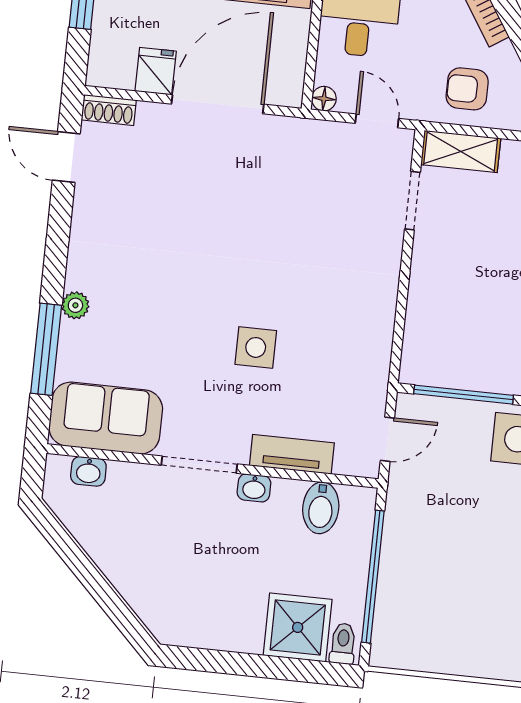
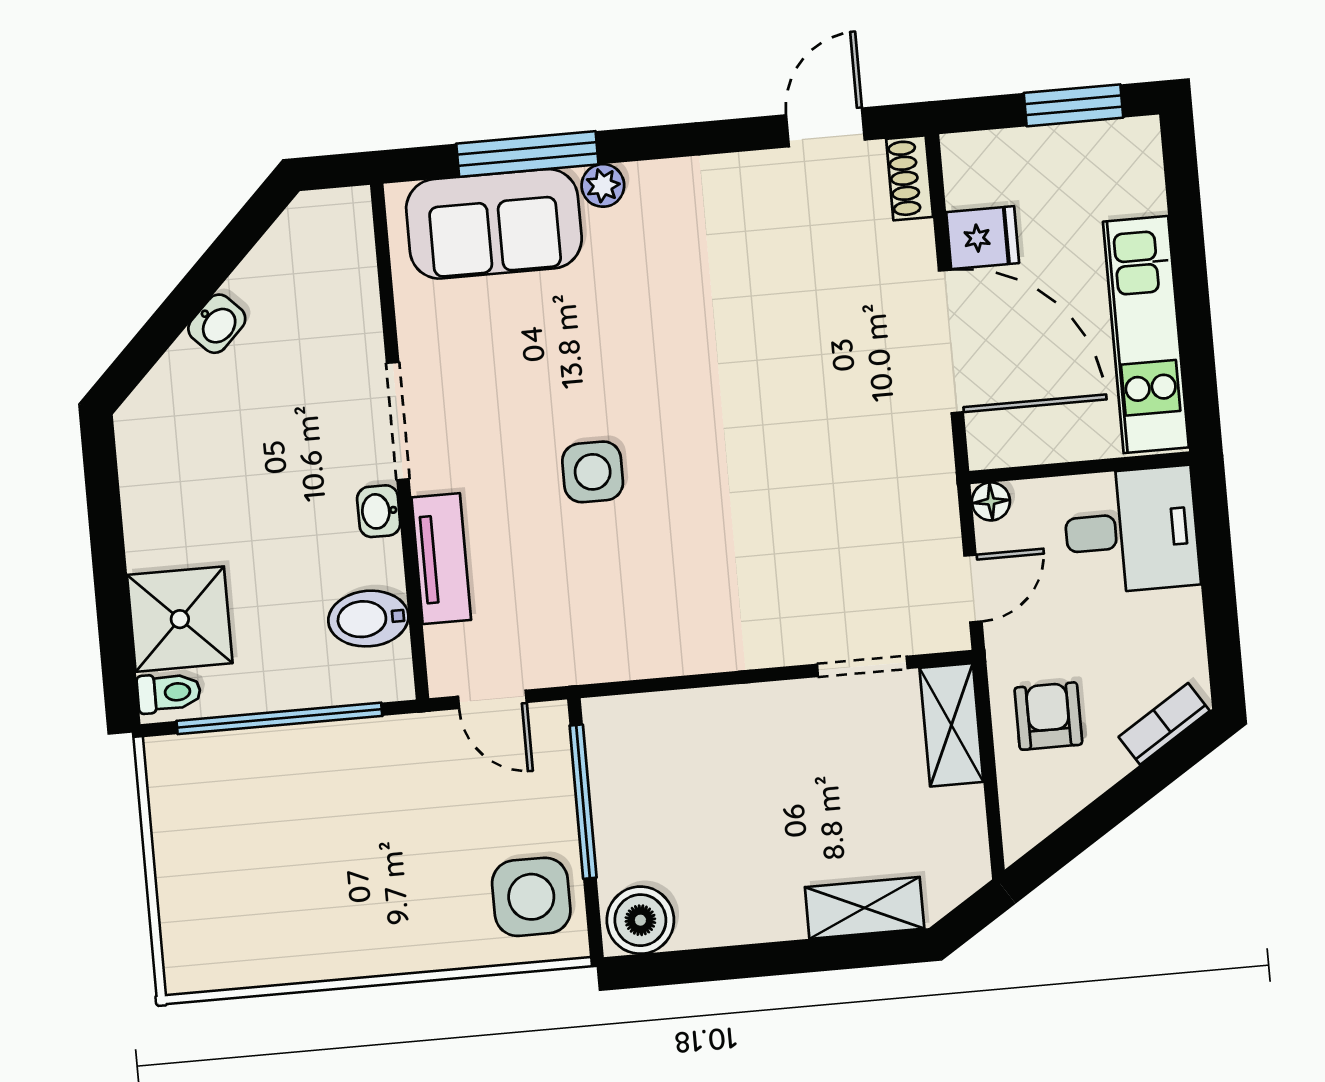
sofa: (106, 418) -> (494, 224), moved, turned 90
washbasin: (88, 471) -> (217, 324), moved, turned -135

